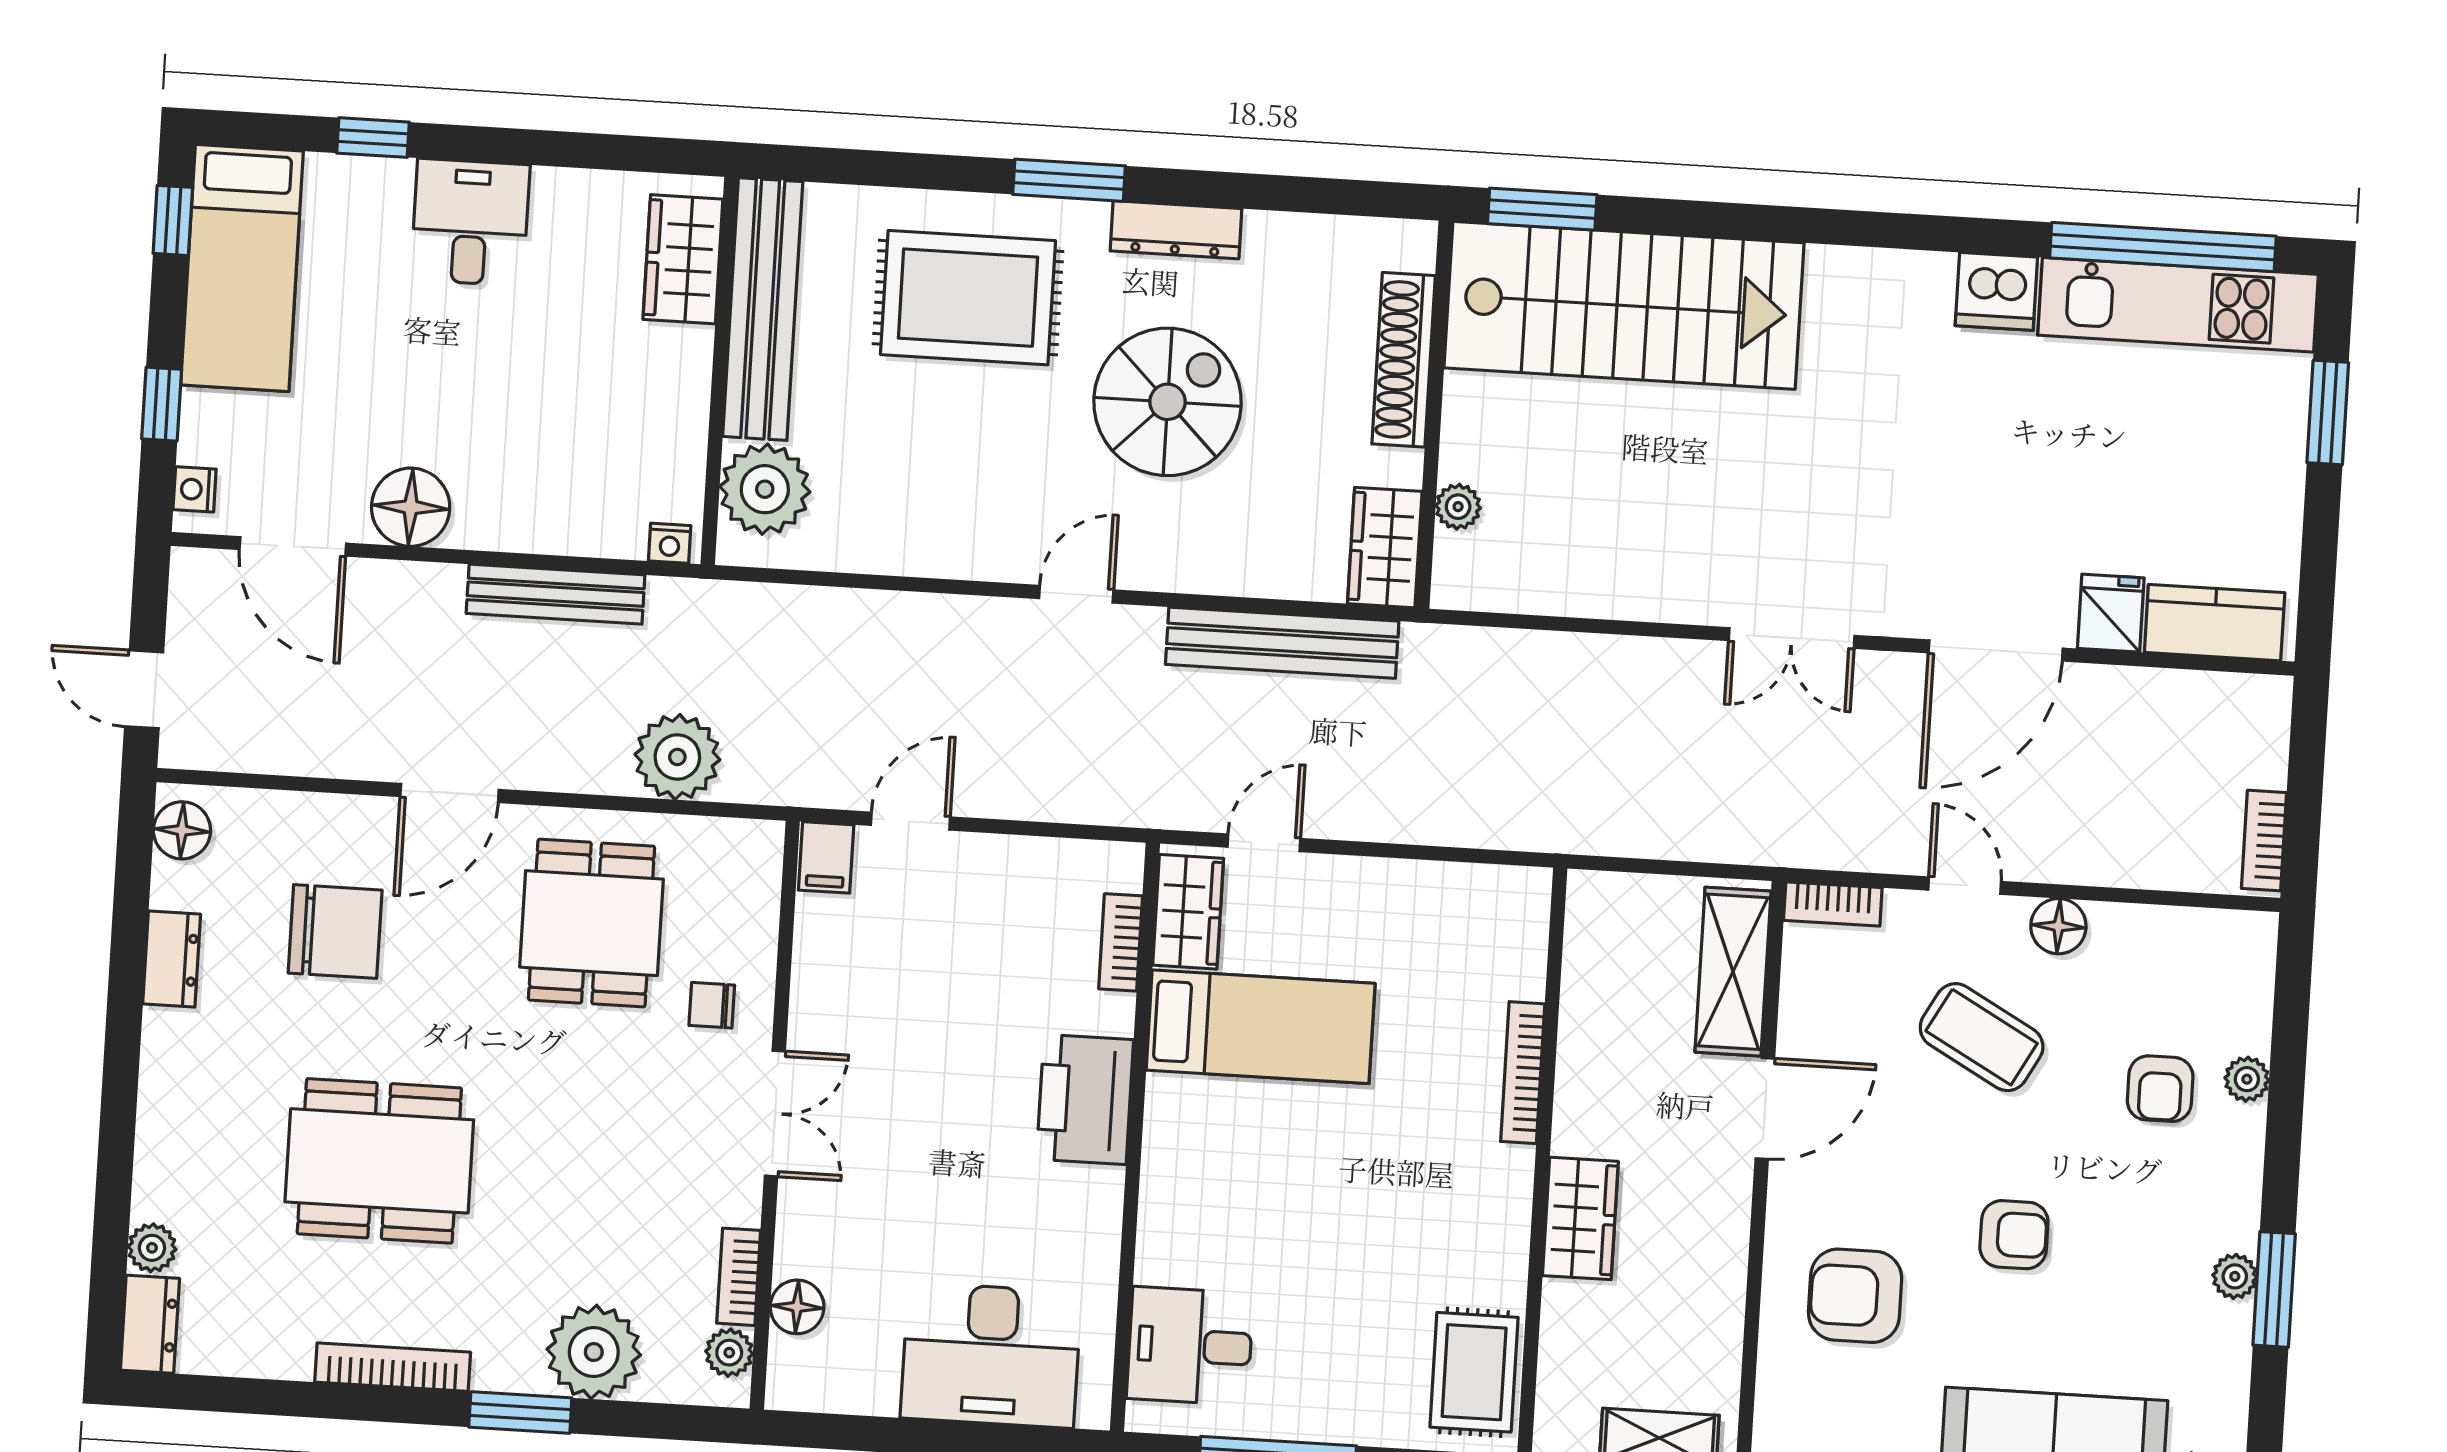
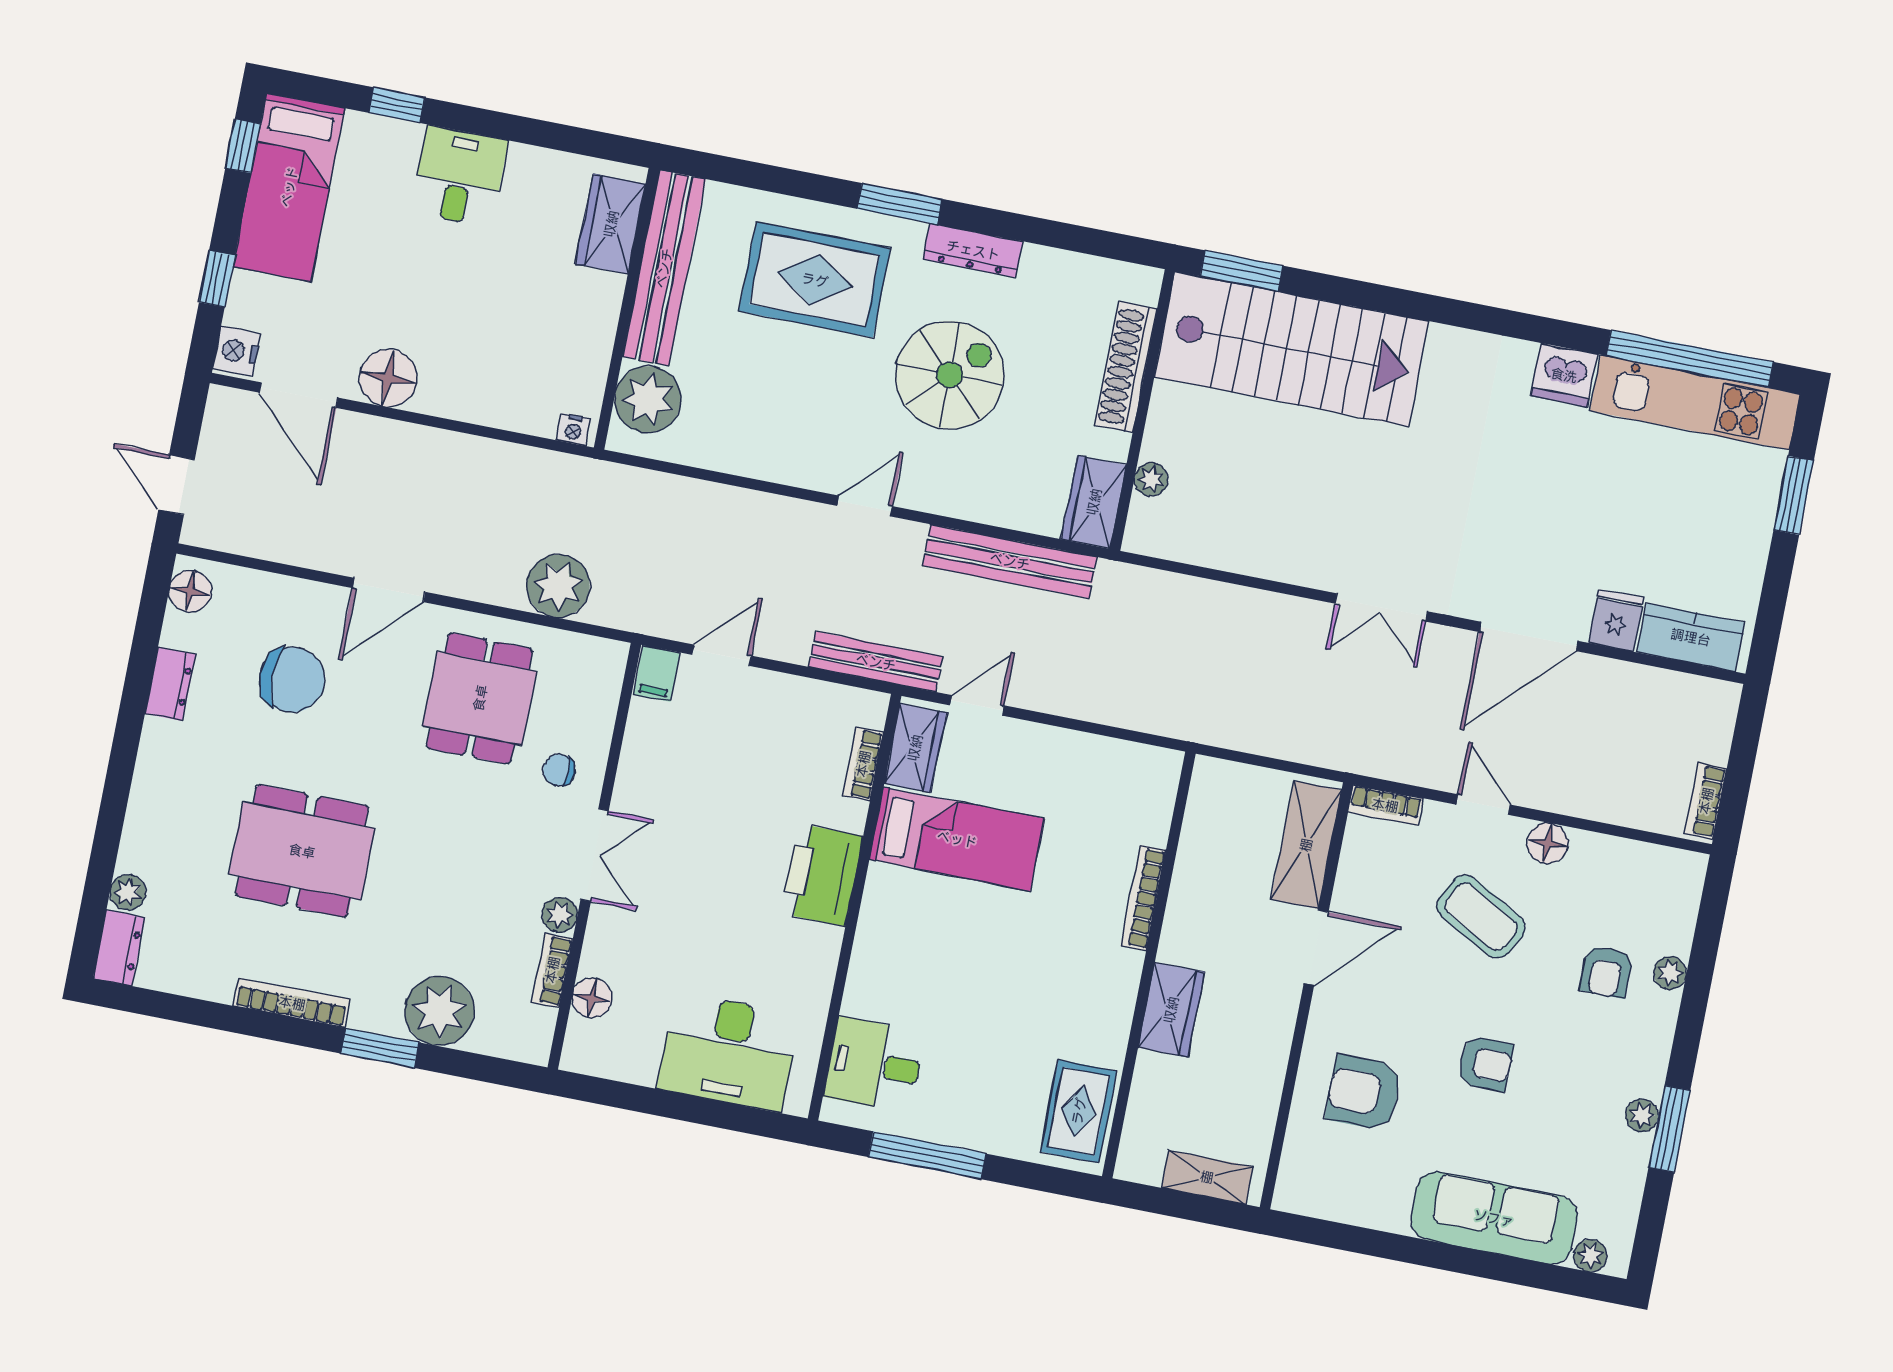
nightstand: (195, 489) -> (237, 351), width x1.39, depth x1.35
bench: (556, 594) -> (876, 662), moved
plant: (729, 1353) -> (560, 915), moved

